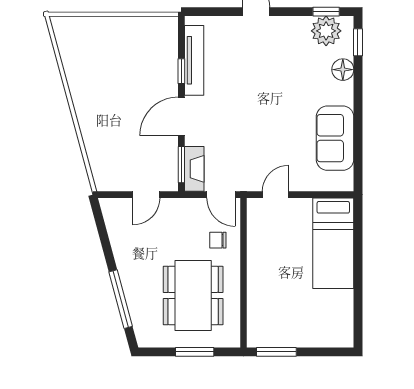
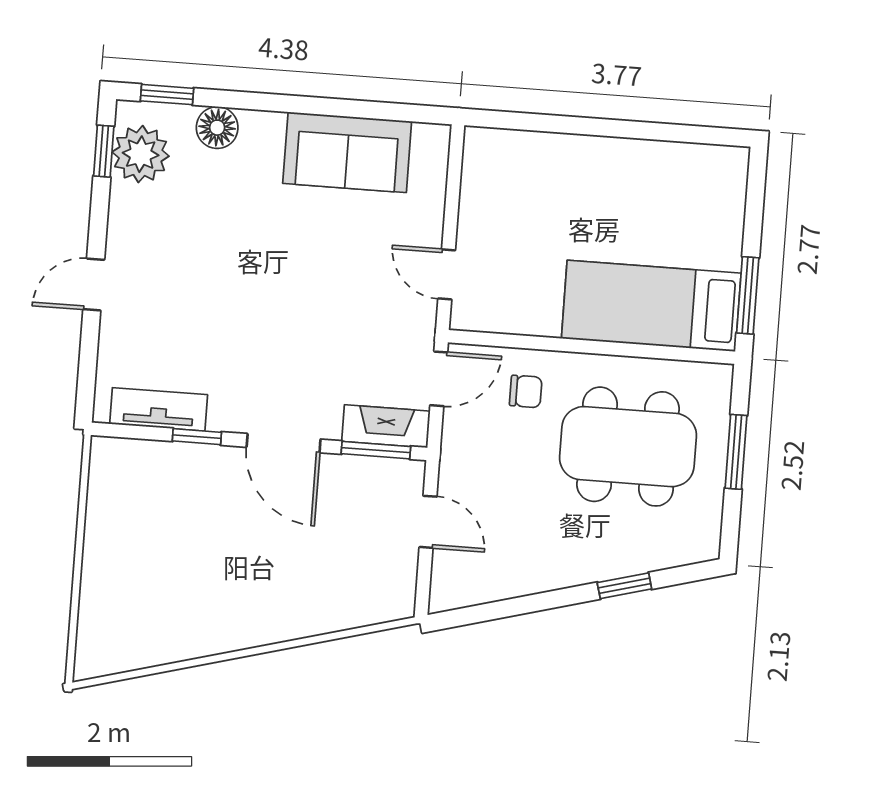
tv unit: (194, 60) -> (159, 409), width x0.71
chair: (218, 240) -> (526, 391), turned -90
bed: (333, 243) -> (651, 306), moved, turned 180
window: (121, 299) -> (624, 586), width x0.46

